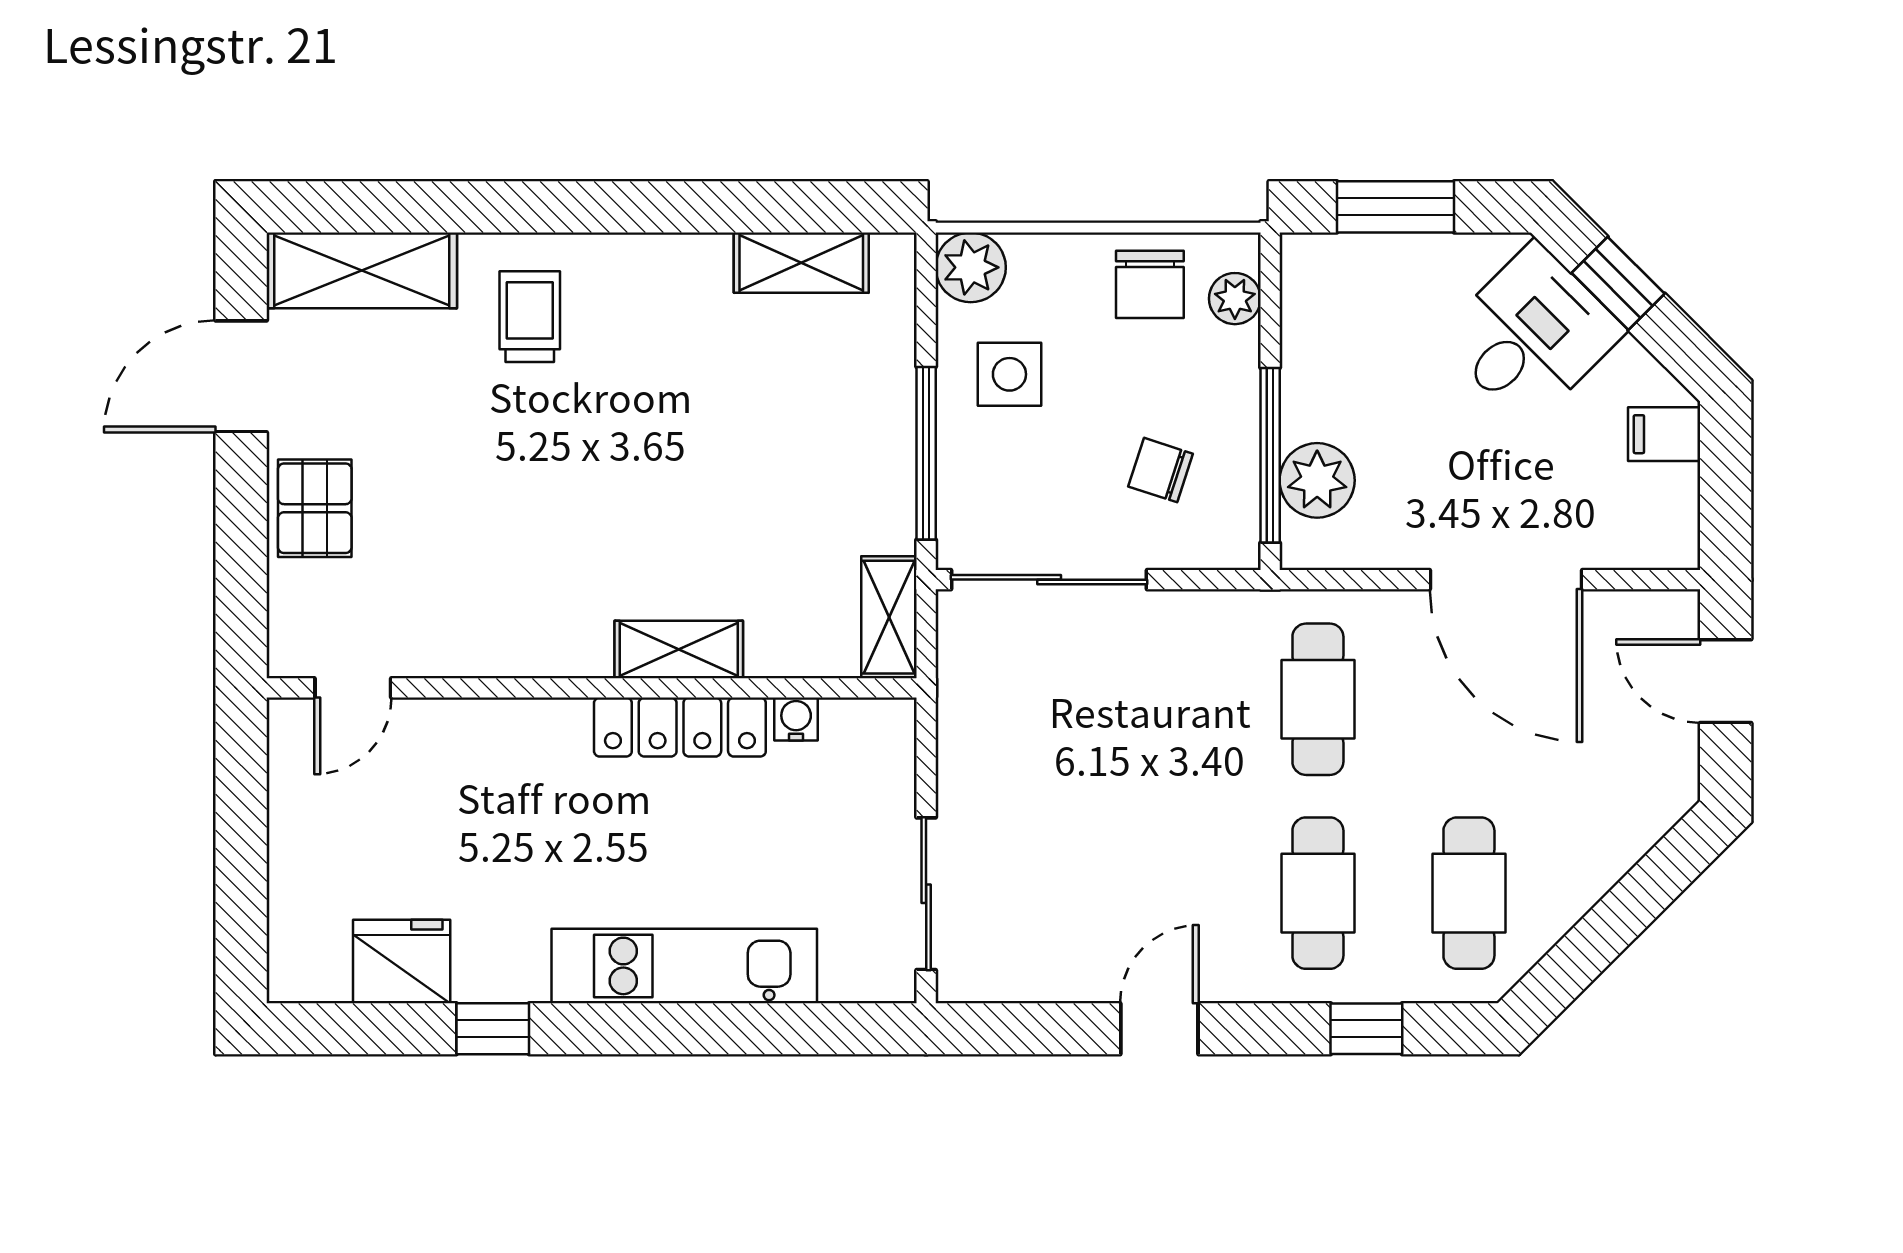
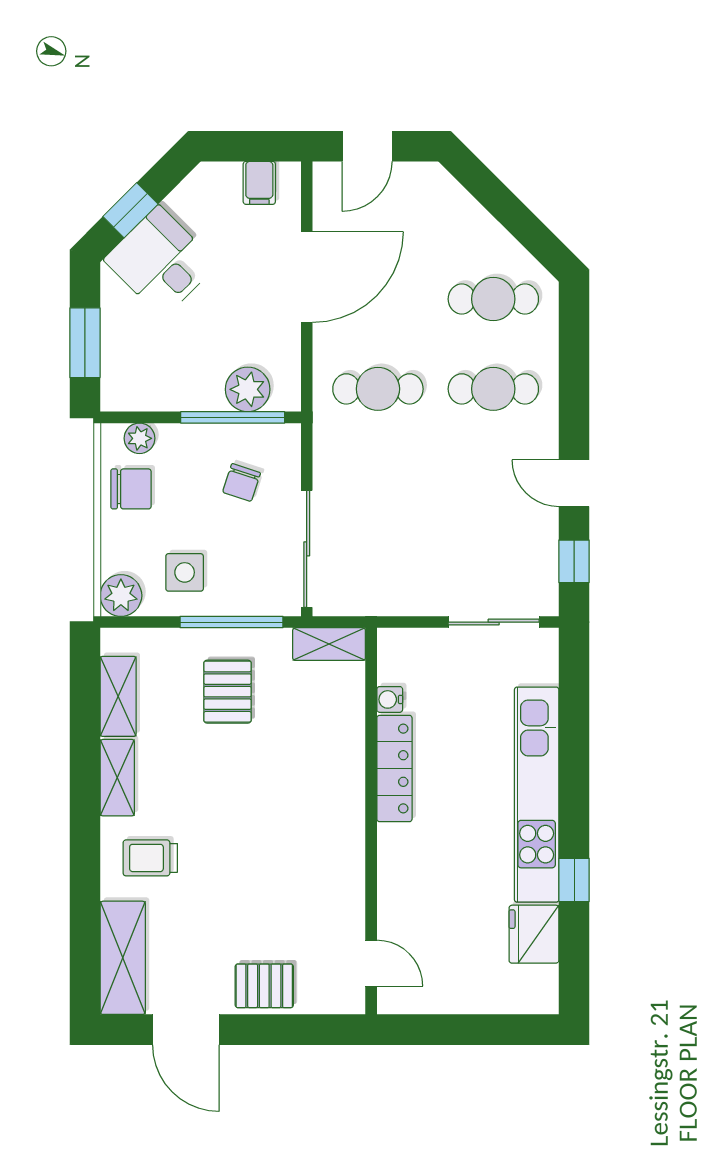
filing cabinet: (1664, 434) -> (259, 183), moved
pallet: (809, 446) -> (228, 692), added
shelving: (679, 649) -> (117, 778), moved
kitchen unit: (684, 966) -> (537, 795), width x1.36
window: (1366, 1029) -> (574, 561), moved

